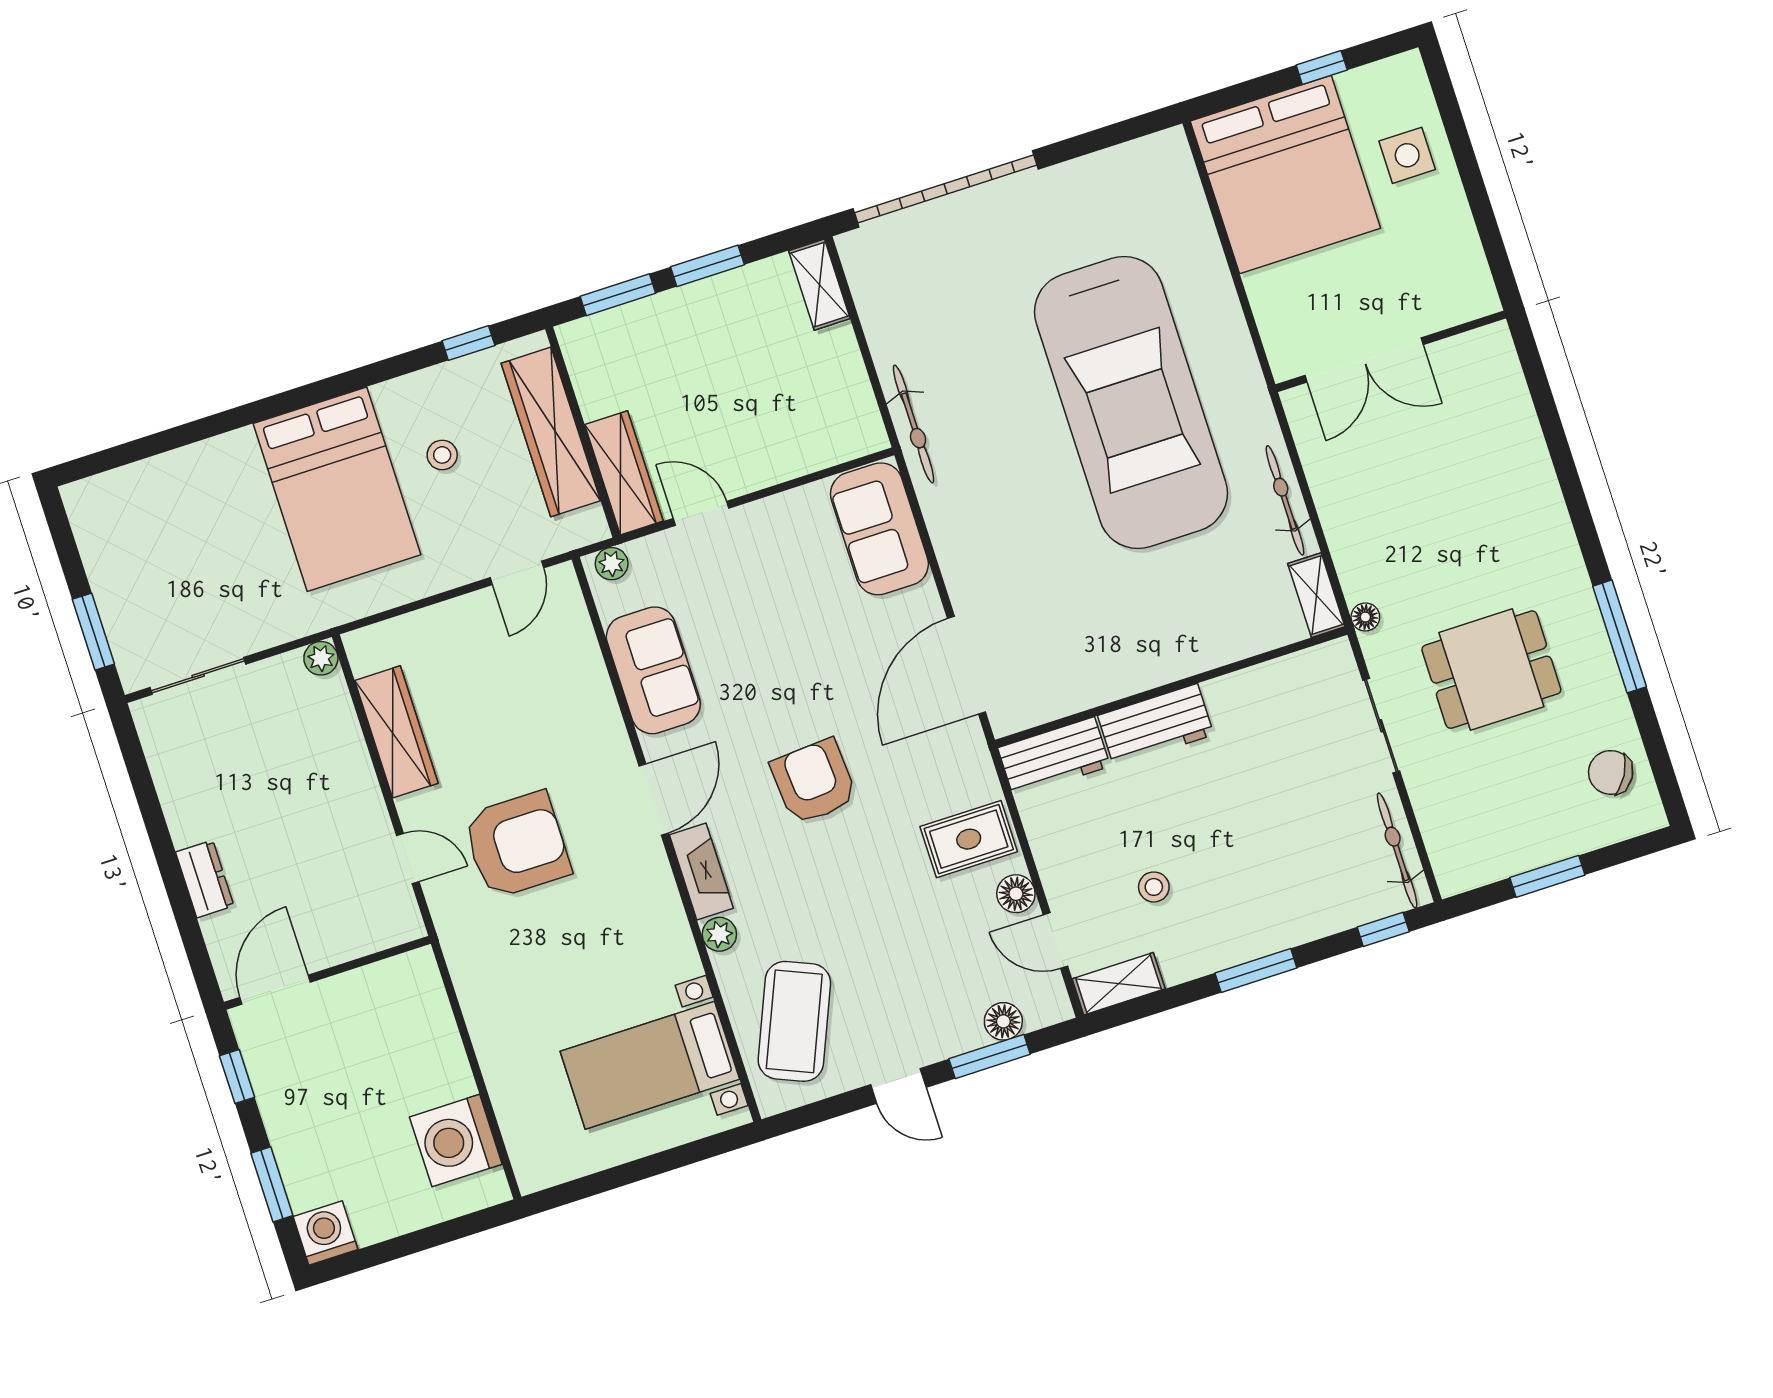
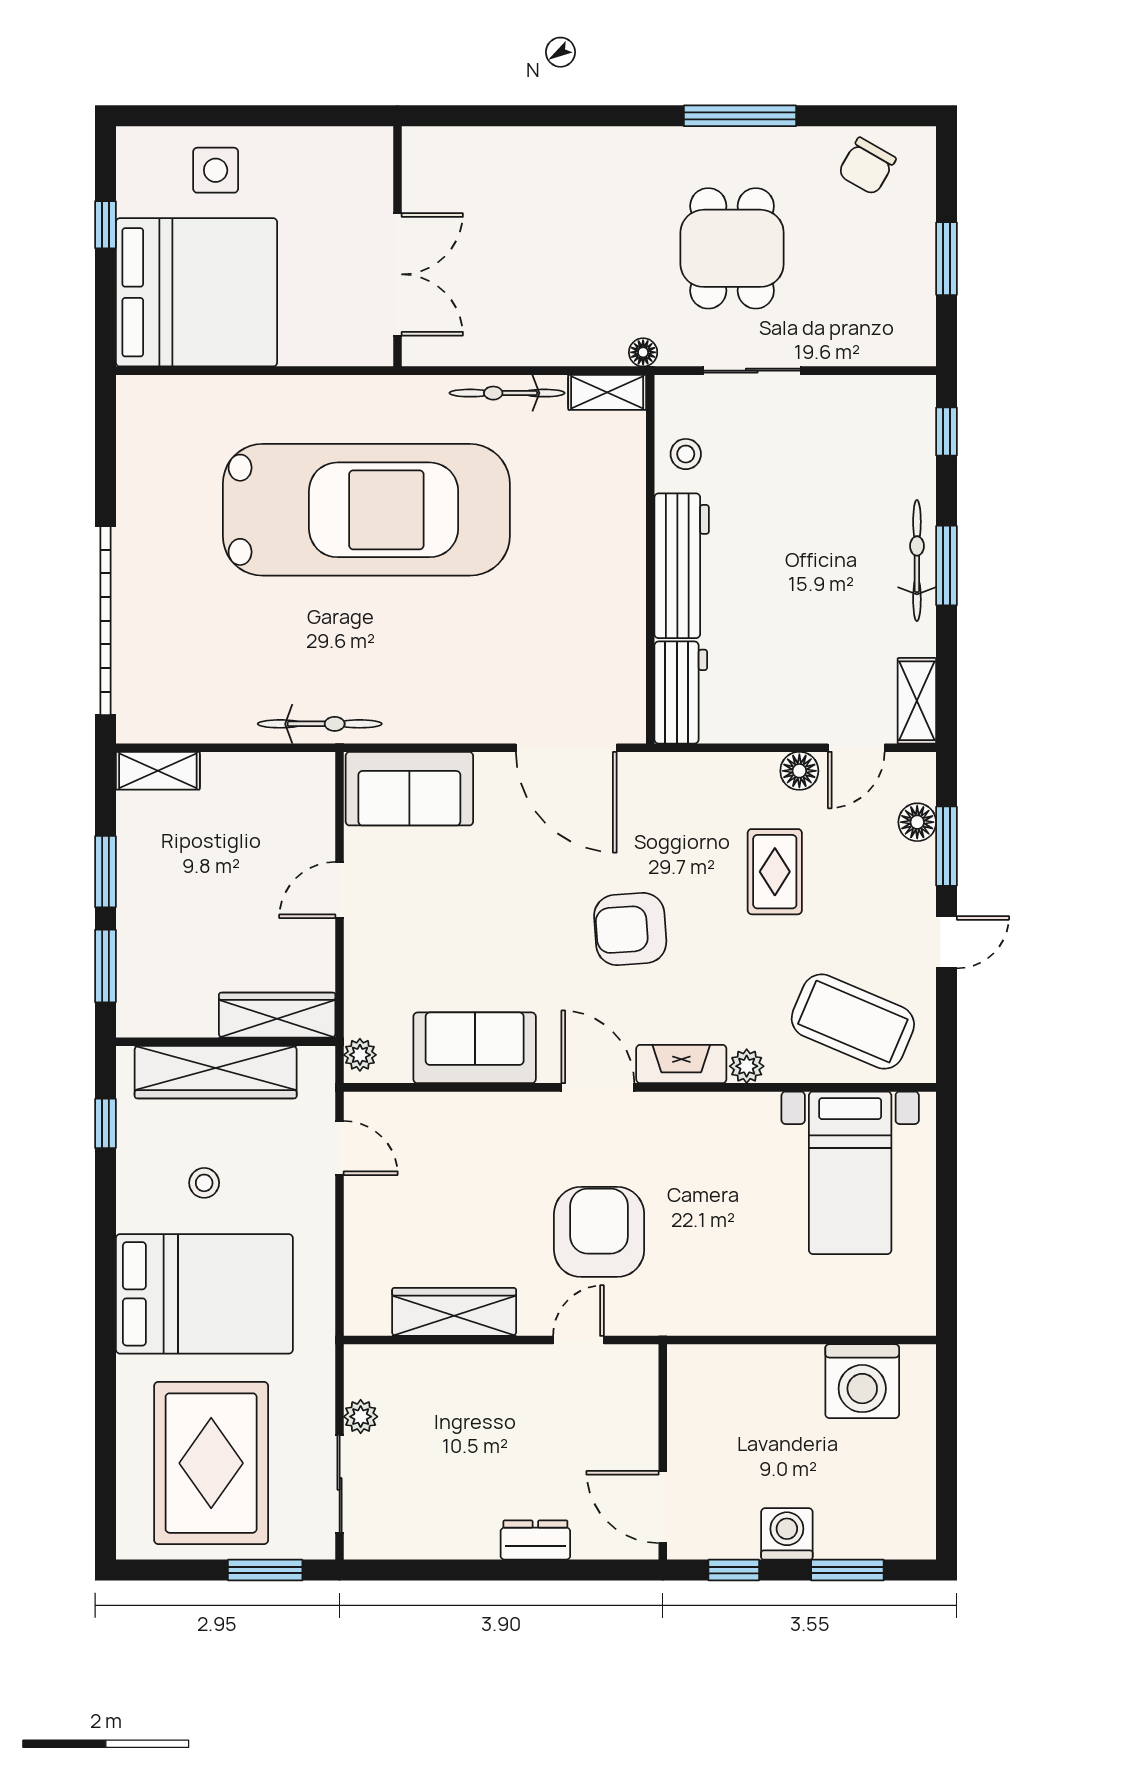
door: (701, 513) -> (340, 890), moved
rug: (178, 547) -> (211, 1463), added
plant: (321, 658) -> (361, 1417), moved
workbench: (1156, 725) -> (682, 566), width x1.38
rug: (969, 839) -> (775, 872), moved
bicycle: (1397, 850) -> (917, 561), moved, turned 90
stool: (1154, 887) -> (686, 454), moved
washing machine: (326, 1233) -> (787, 1534), moved, turned 90

